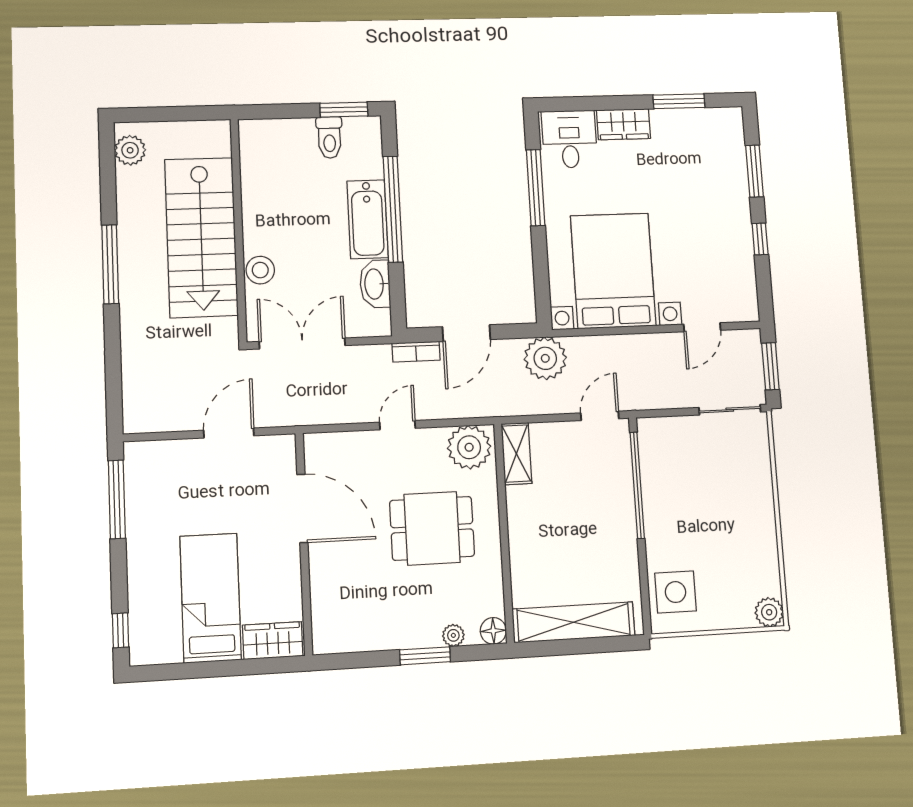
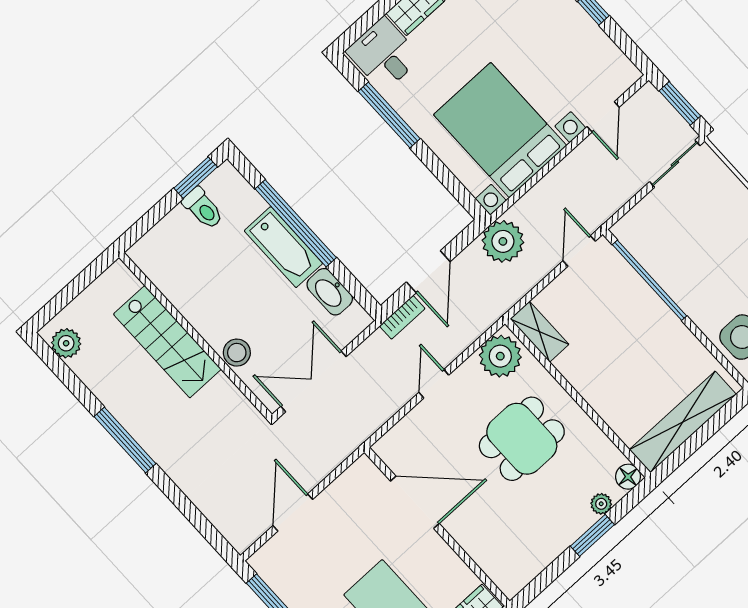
stairs: (201, 237) -> (167, 342), width x0.73, depth x0.66
door: (229, 433) -> (293, 513), moved

